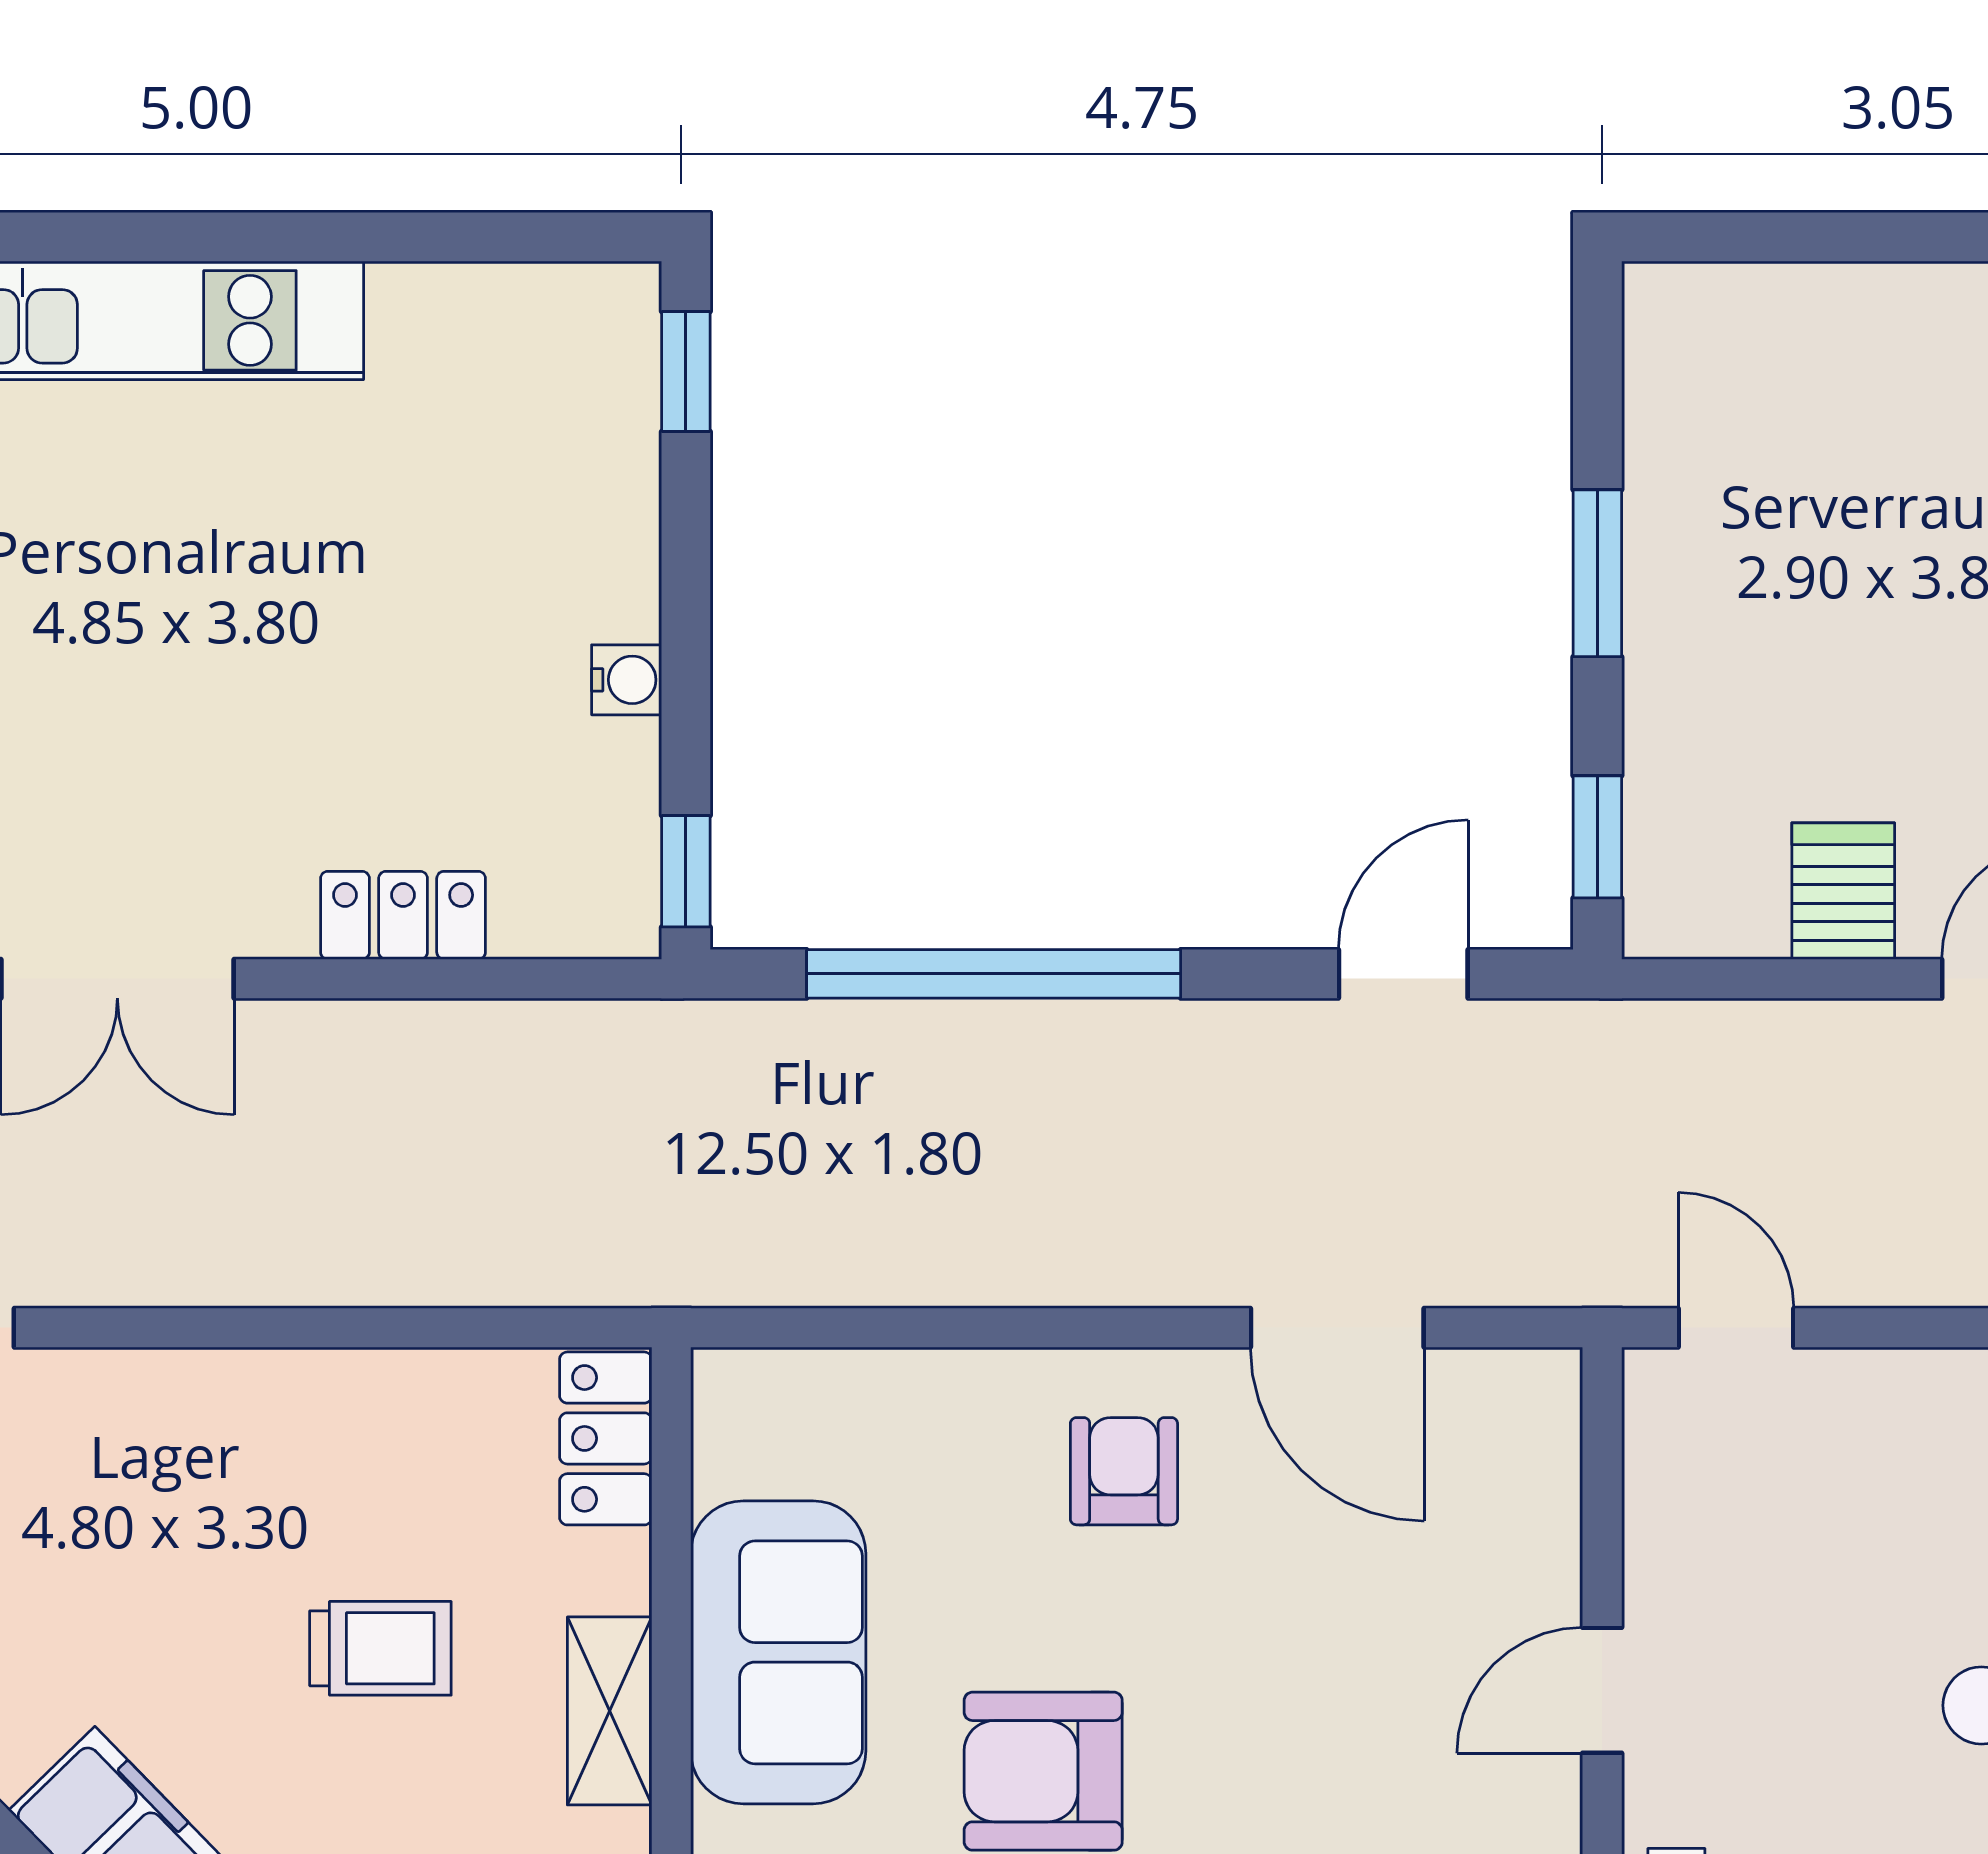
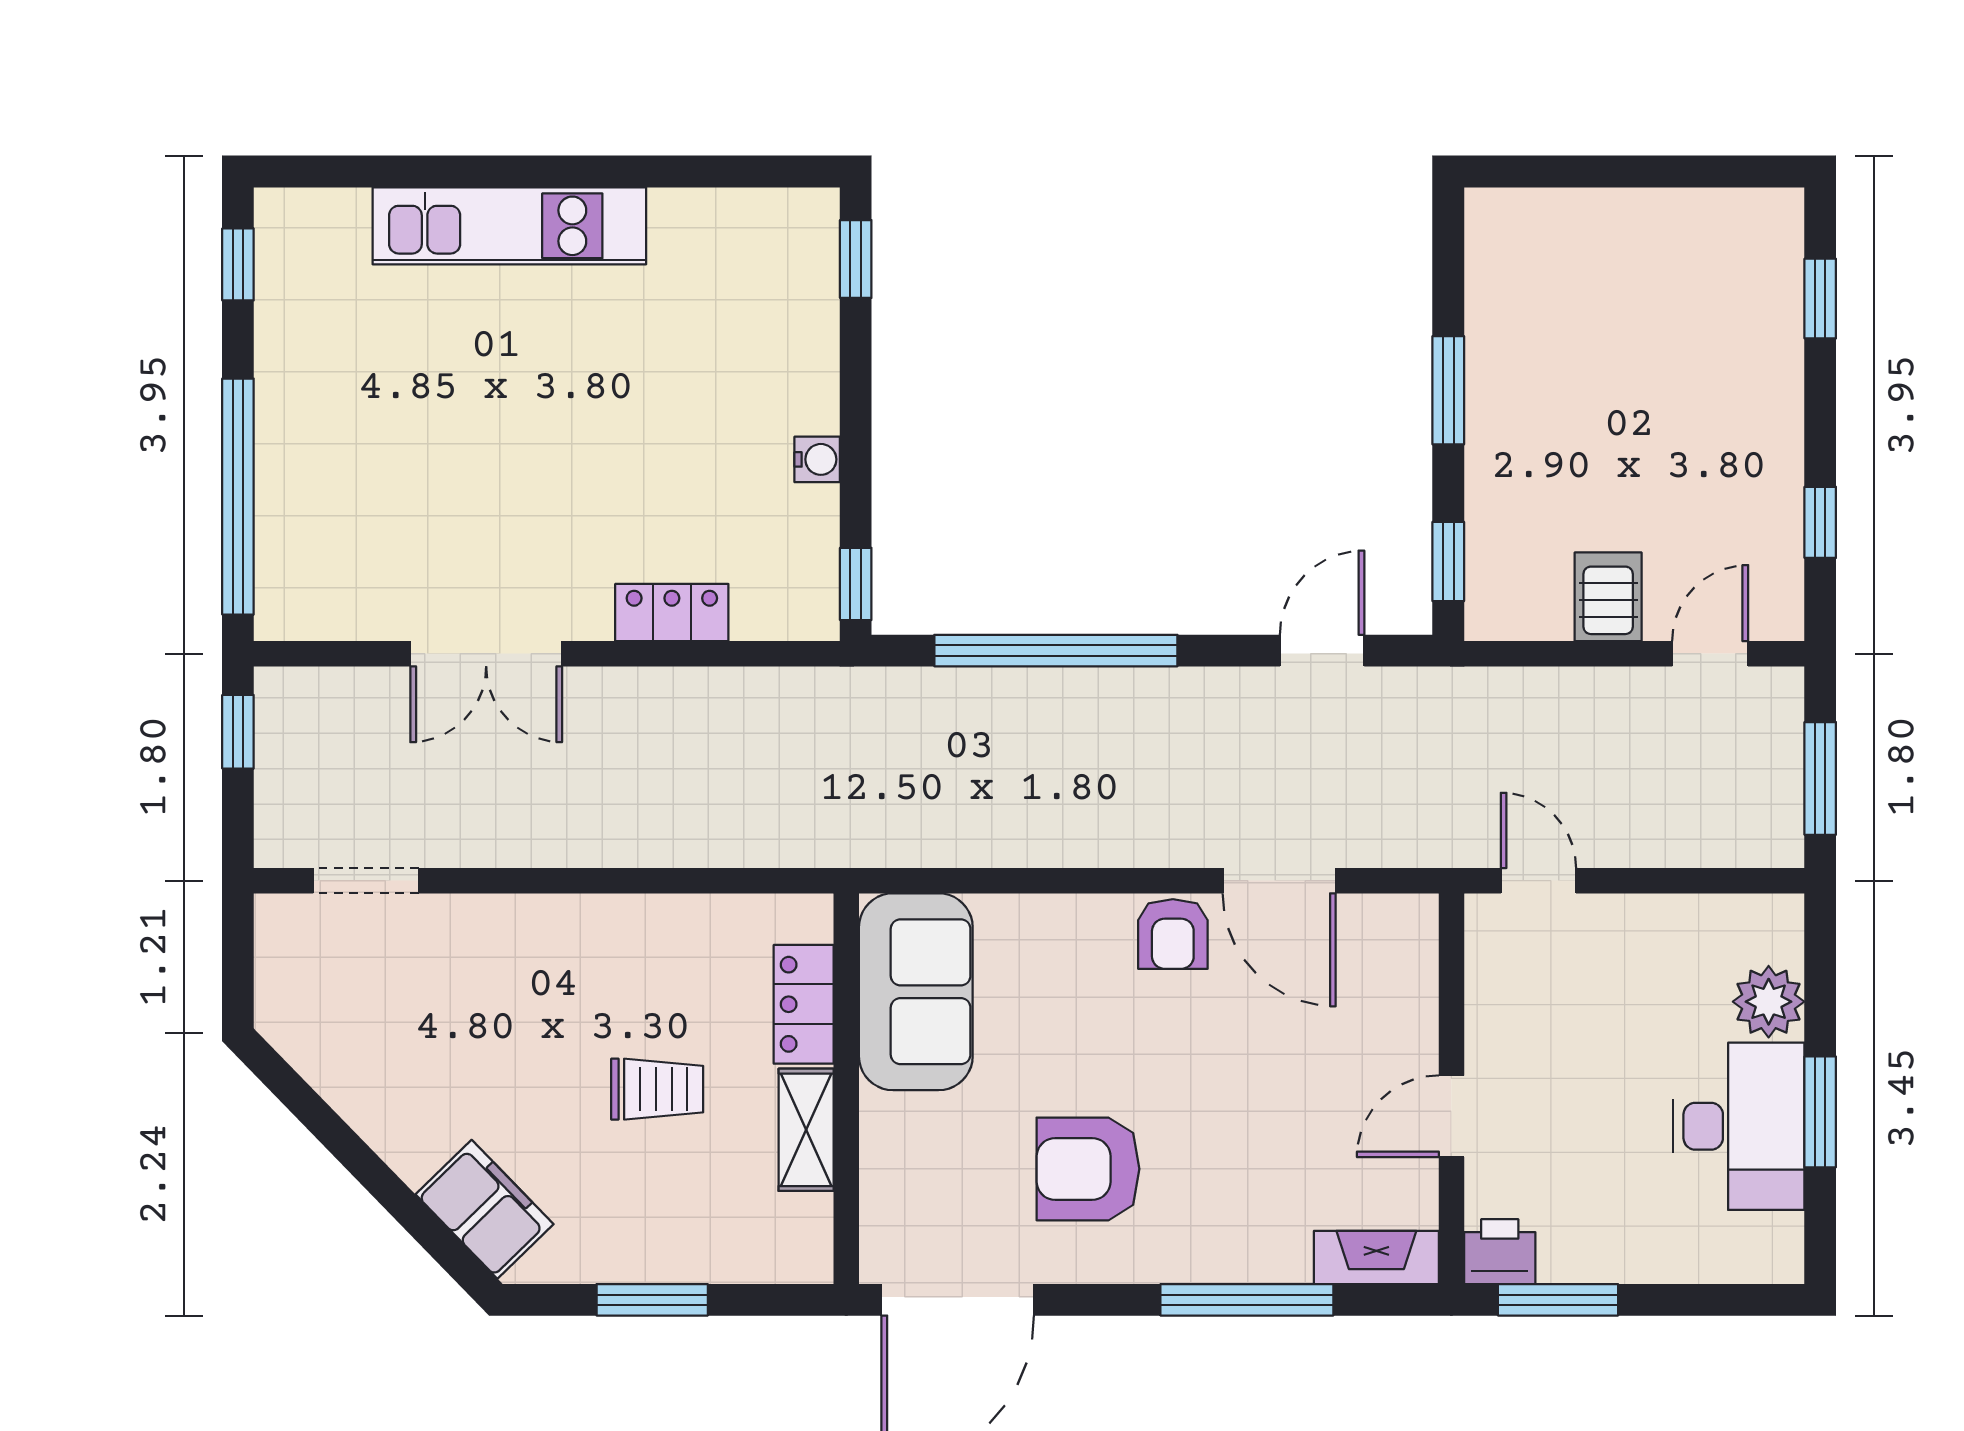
locker: (606, 1438) -> (804, 1004), moved
armchair: (1124, 1471) -> (1173, 934), moved, turned 180
sofa: (778, 1652) -> (916, 992), moved

